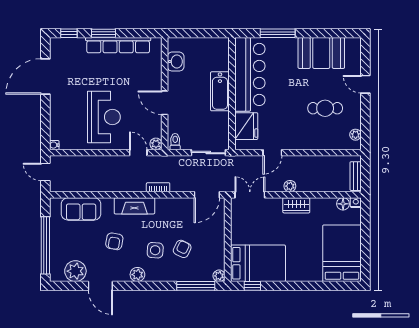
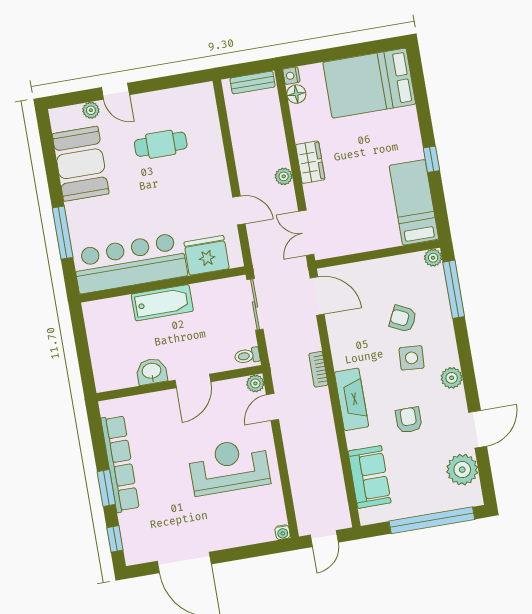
washbasin: (176, 62) -> (152, 371), moved
door: (365, 84) -> (115, 91), hinge flipped
cafe table: (325, 108) -> (161, 144), turned 90
plant: (356, 135) -> (91, 110), moved
armchair: (114, 241) -> (409, 420), turned -100
bed: (258, 263) -> (414, 202), width x0.67
window: (252, 286) -> (431, 159), moved

